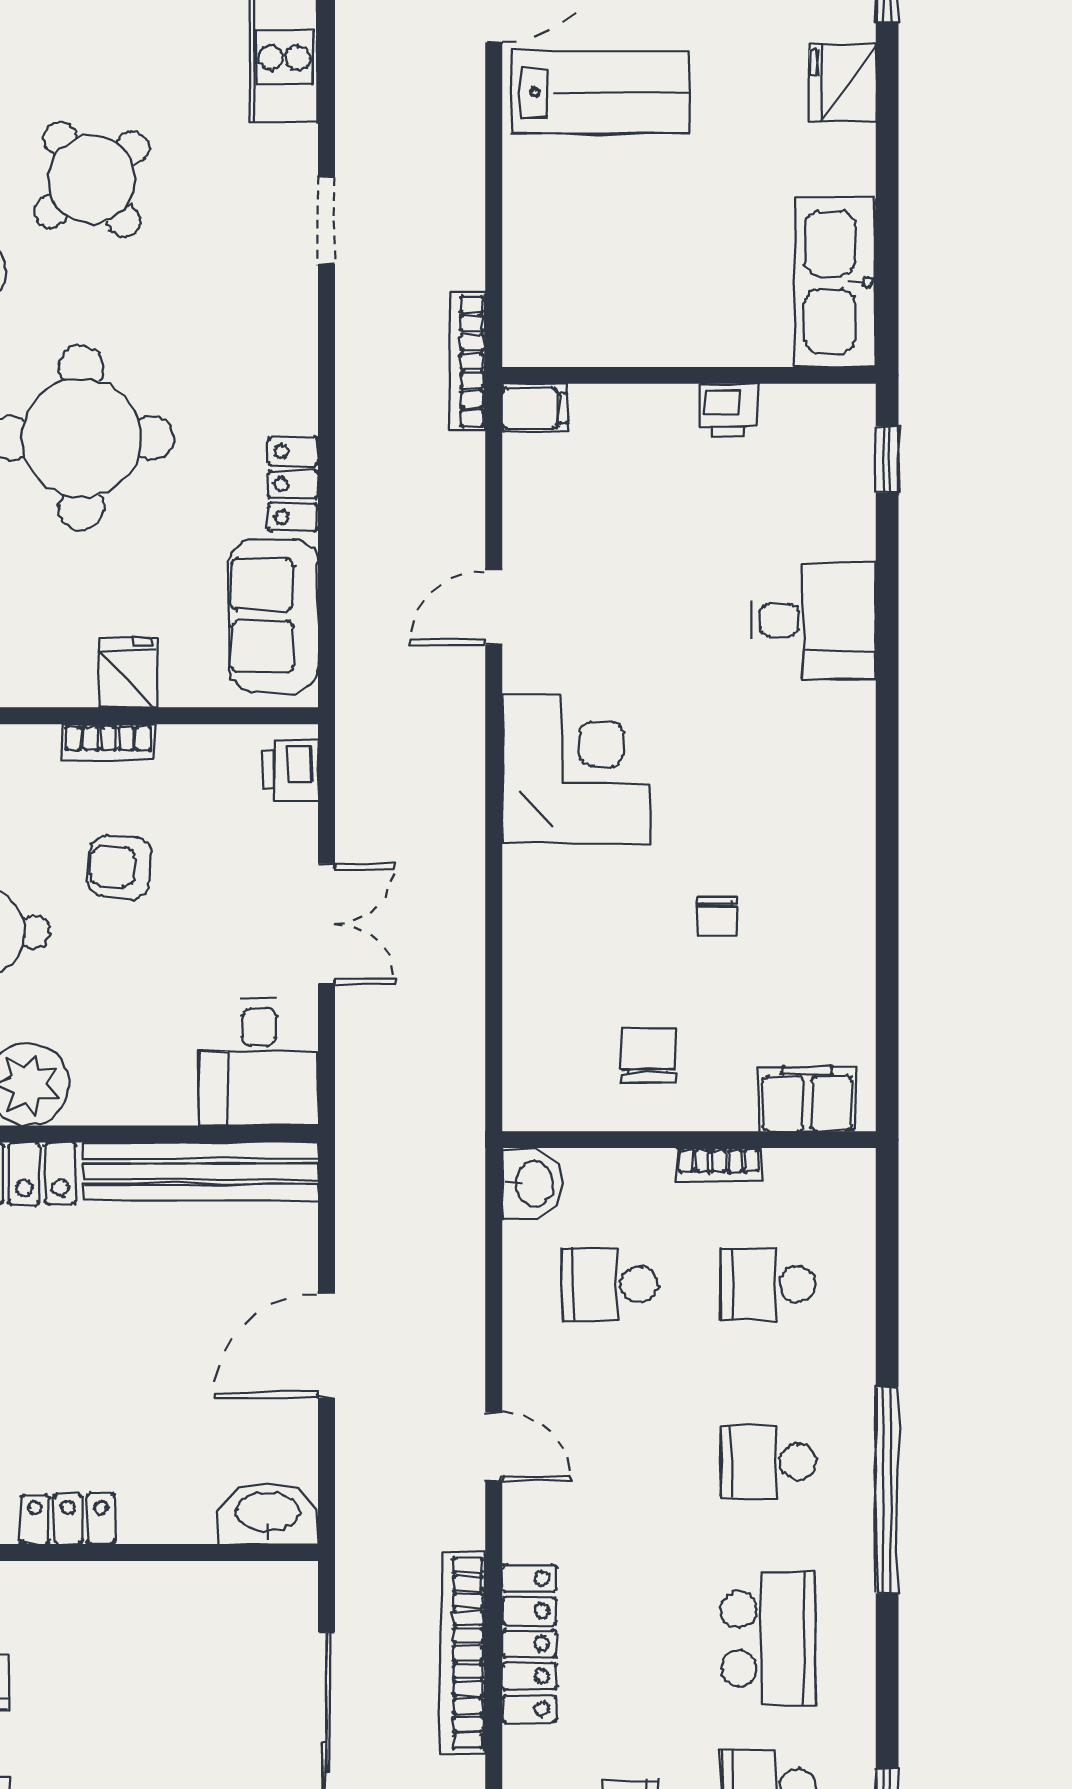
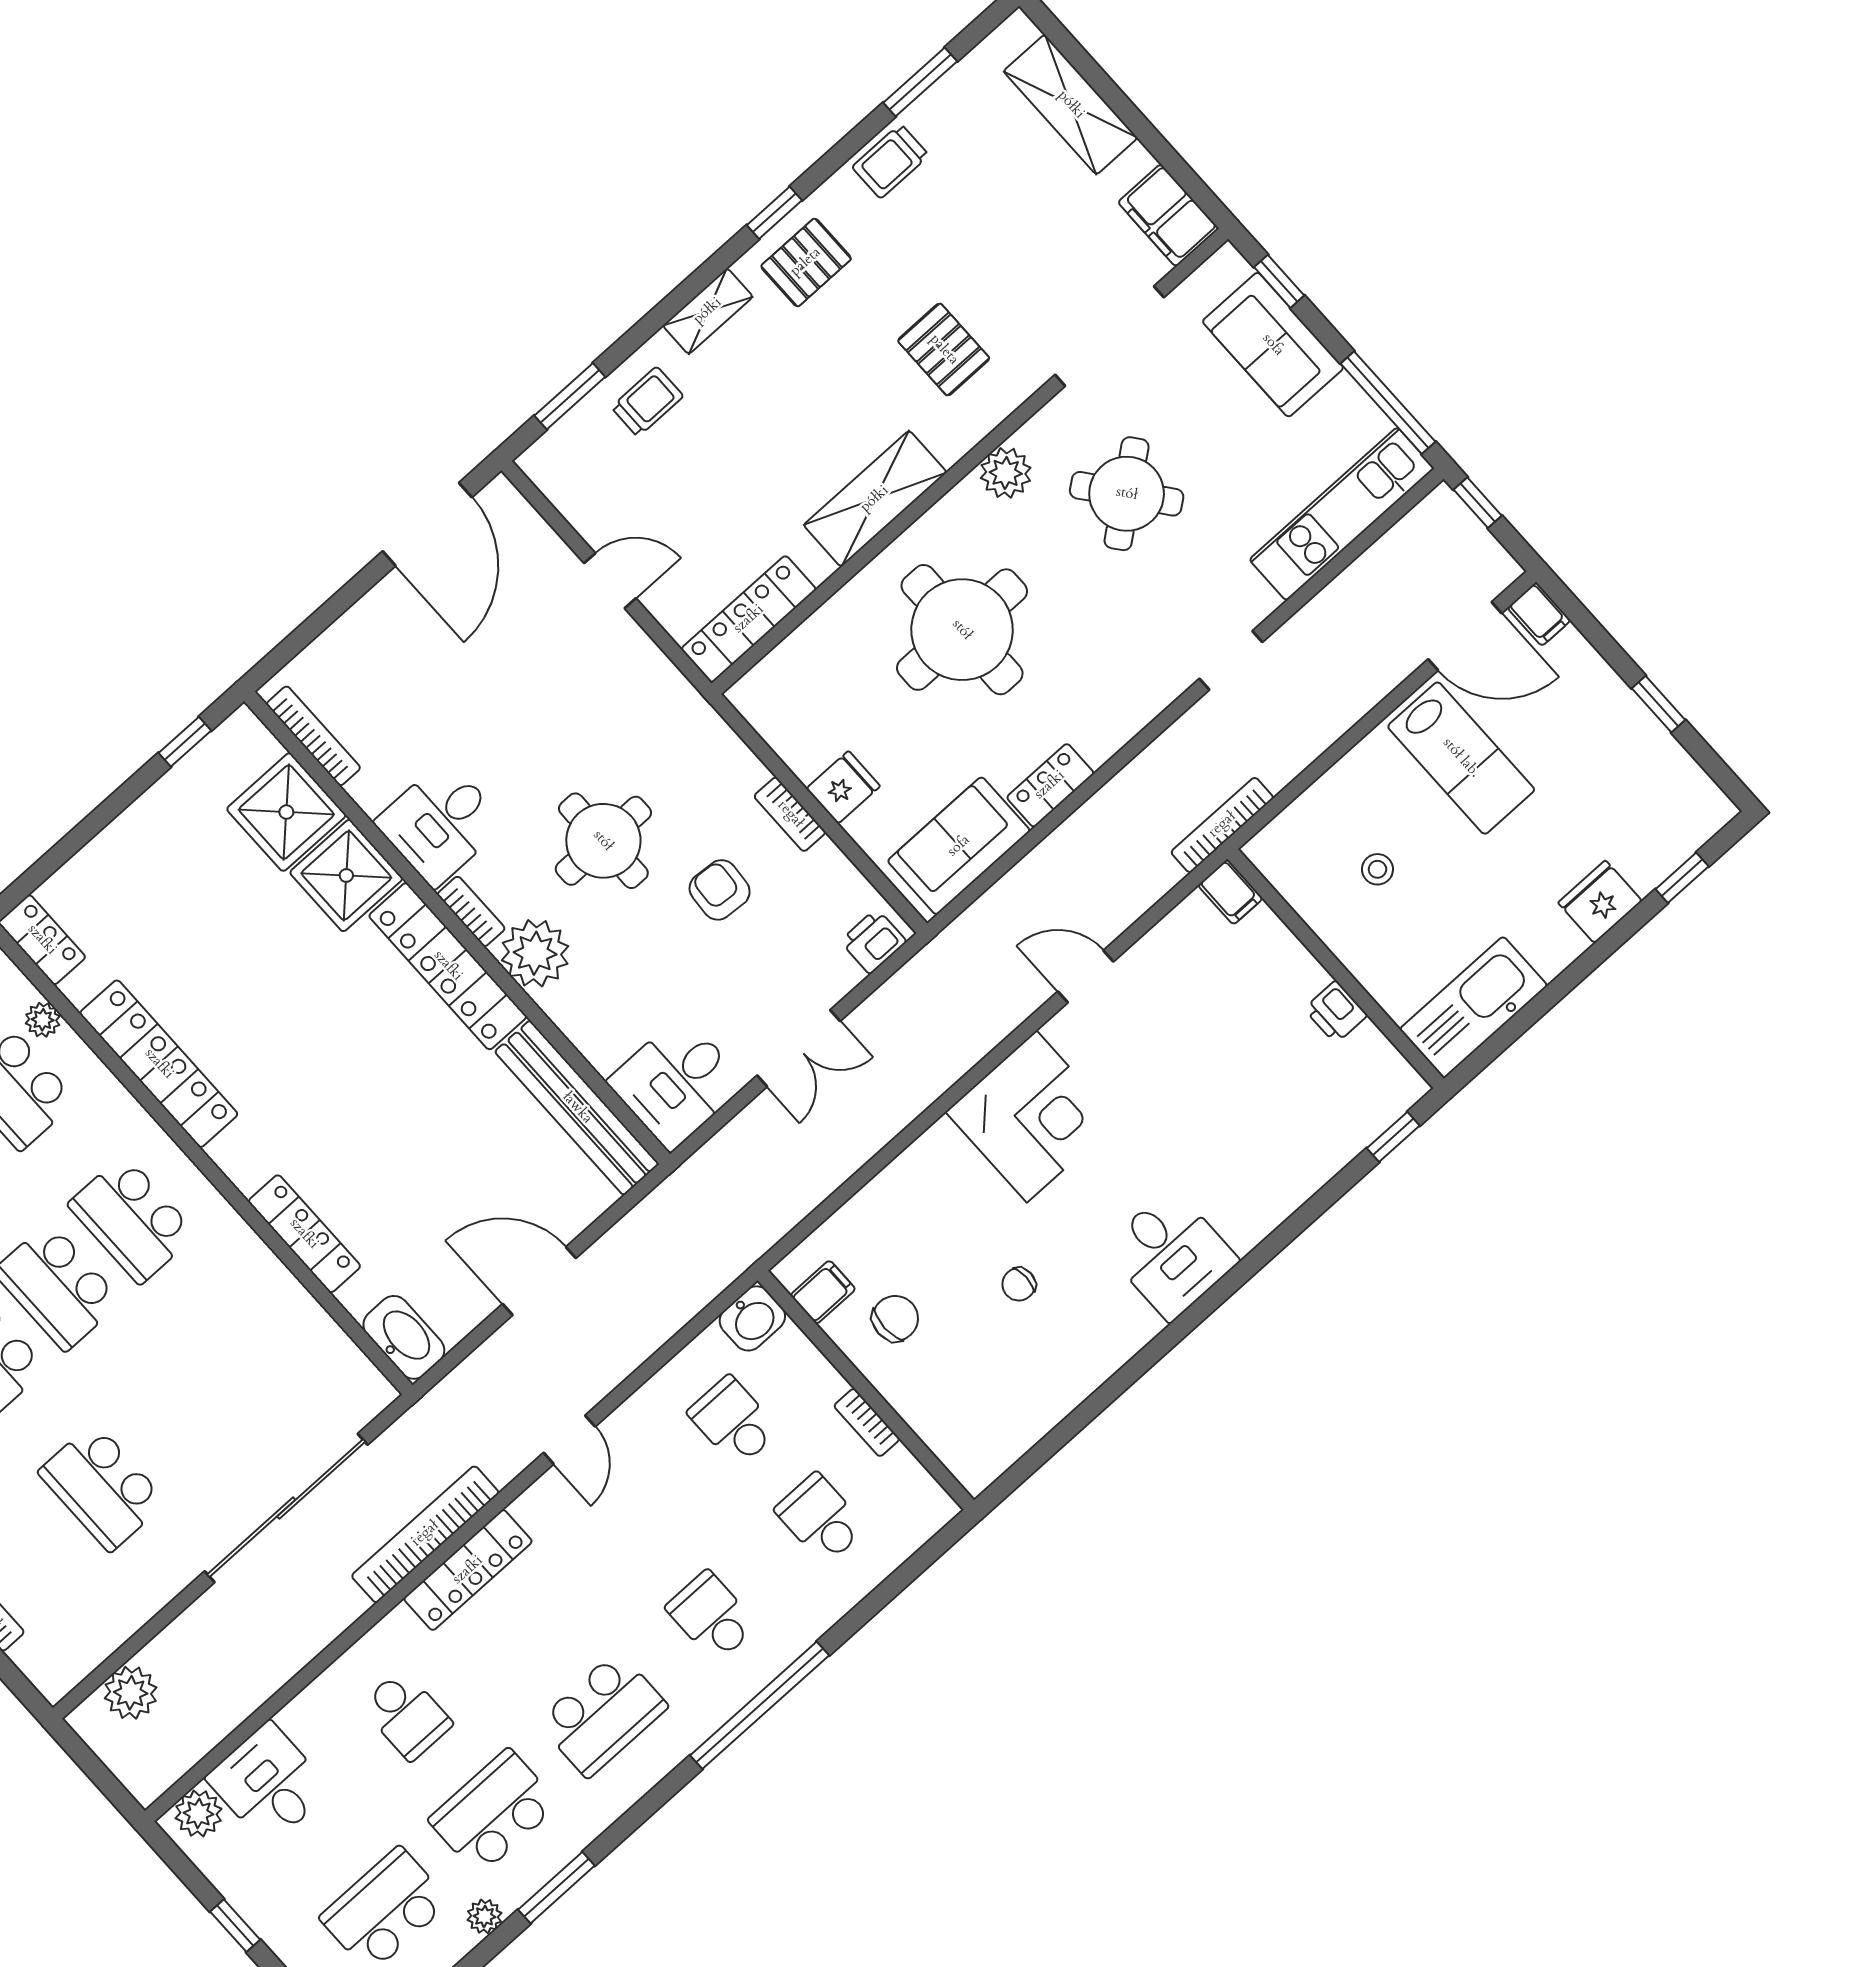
stool: (633, 257) -> (1377, 869), added
desk: (813, 620) -> (1171, 1254), moved
filing cabinet: (807, 1099) -> (823, 1292), moved, width x0.50
locker: (68, 1519) -> (304, 1234), width x1.53

